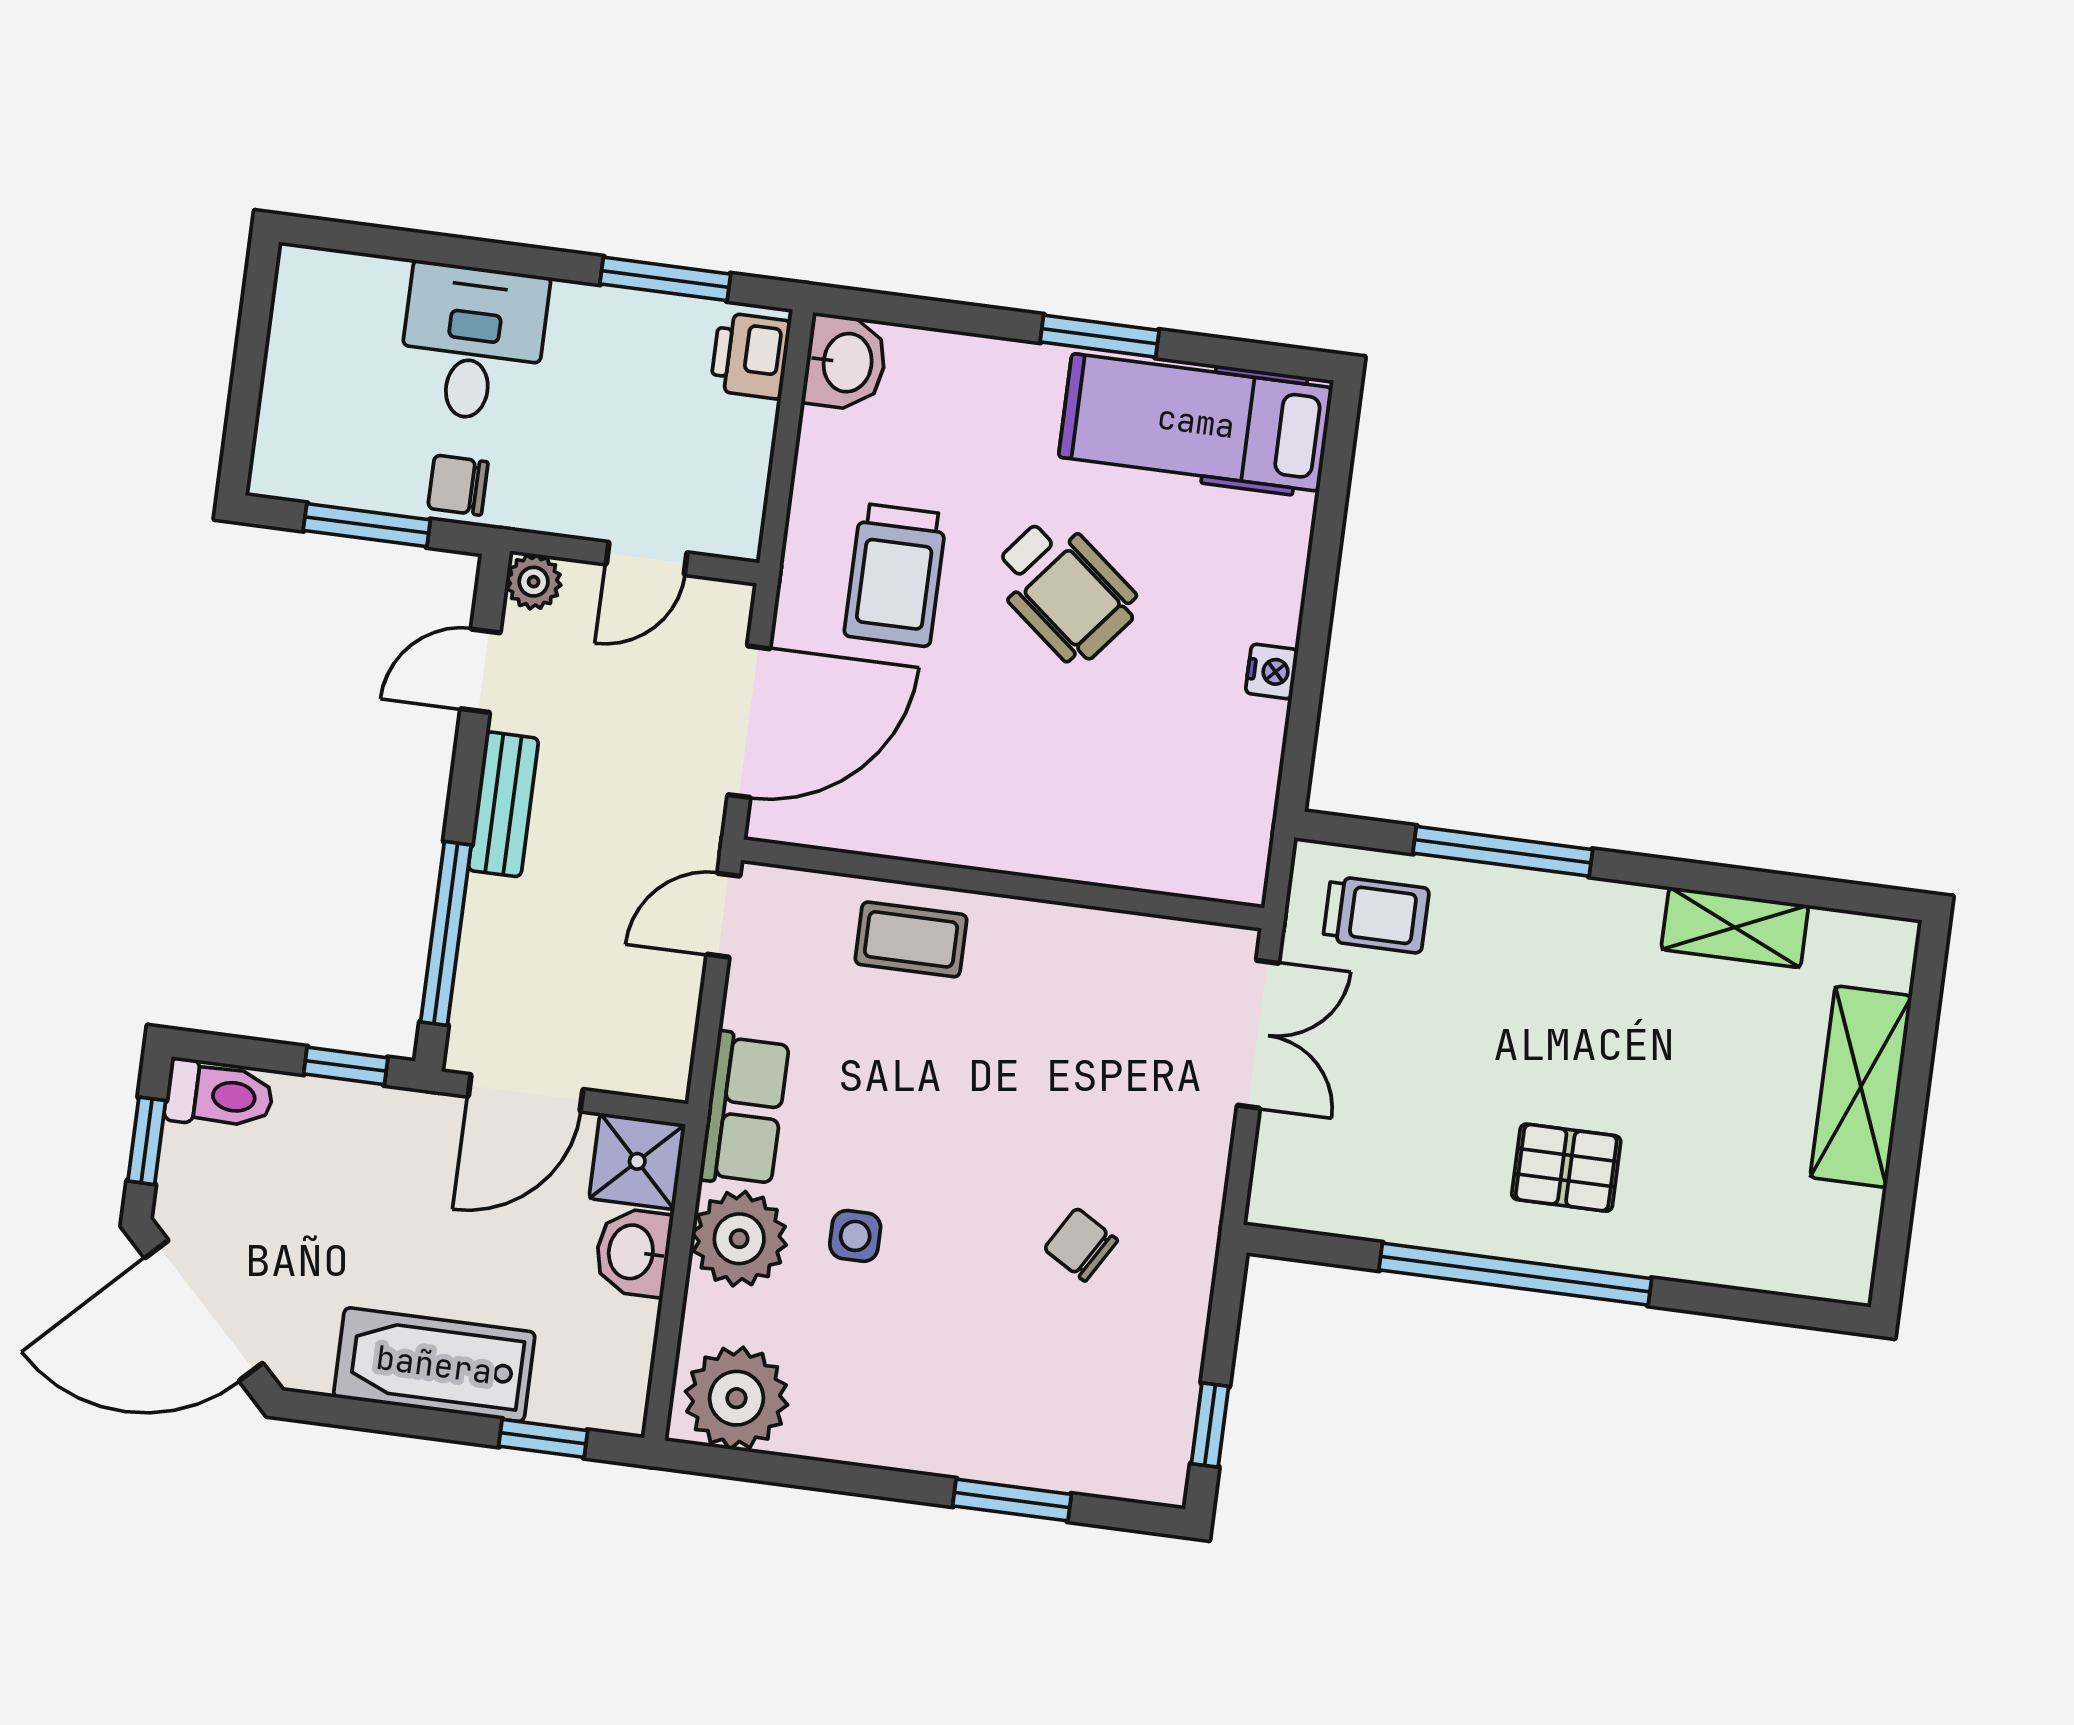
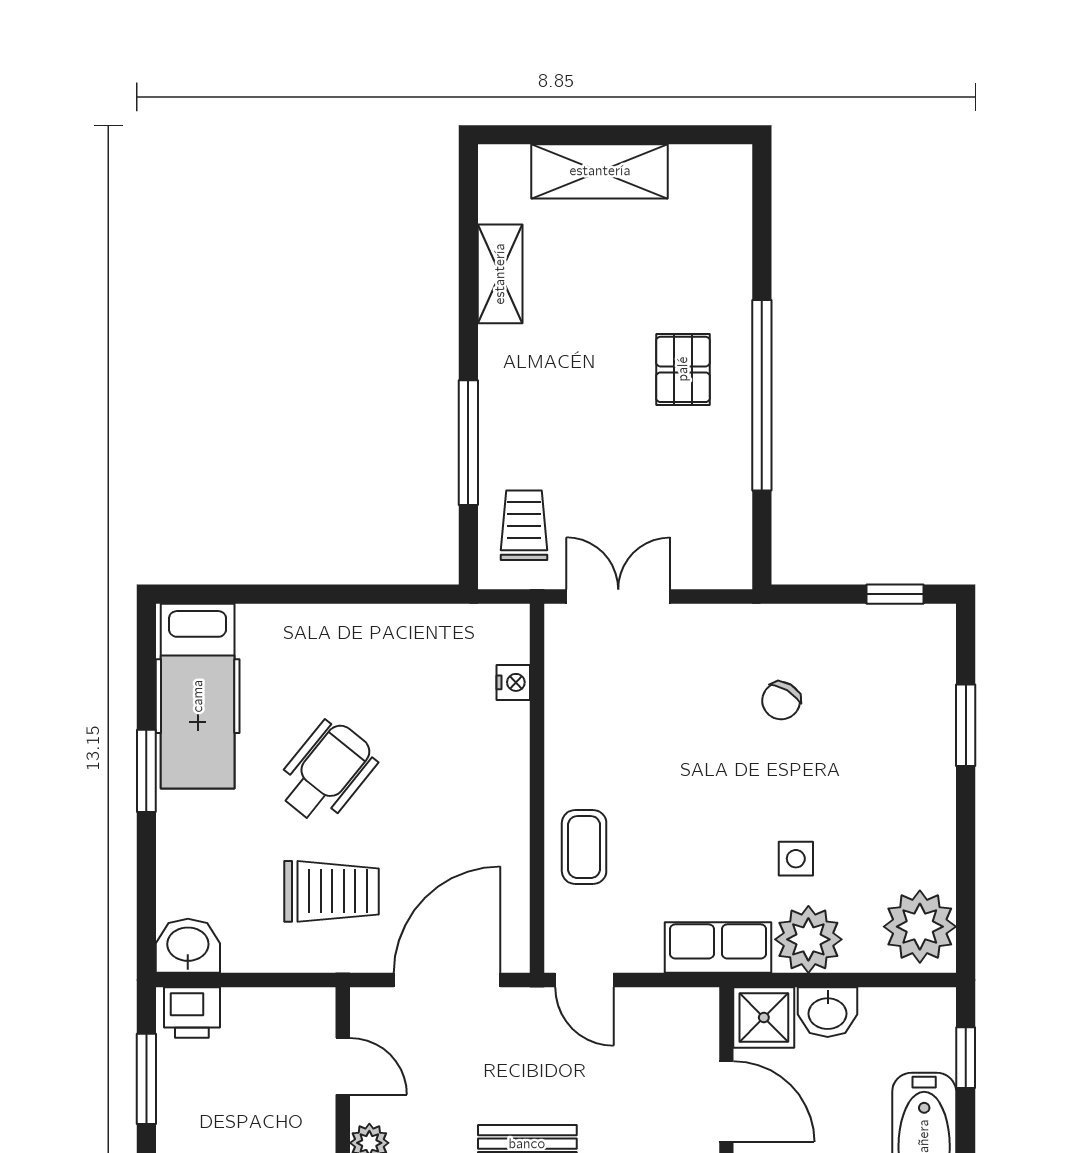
nightstand: (1272, 671) -> (513, 682), moved, turned 90
door: (749, 722) -> (447, 980), hinge flipped

